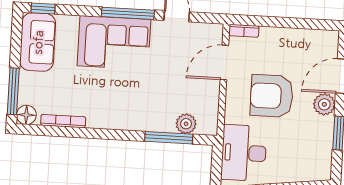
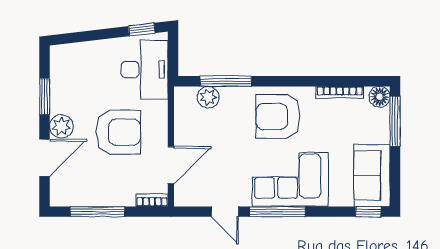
window: (295, 23) -> (97, 212), added
armchair: (122, 102) -> (278, 117), added

